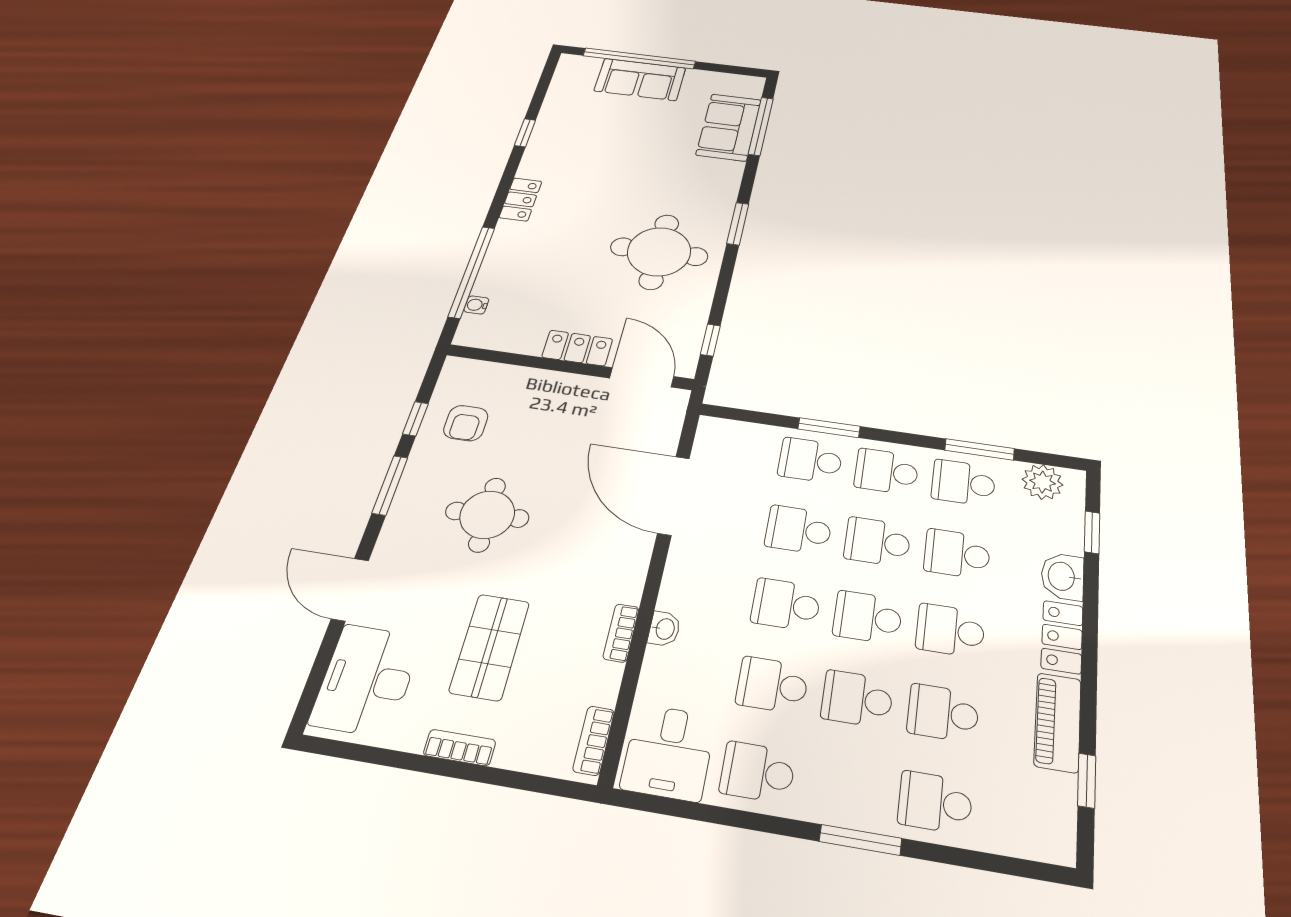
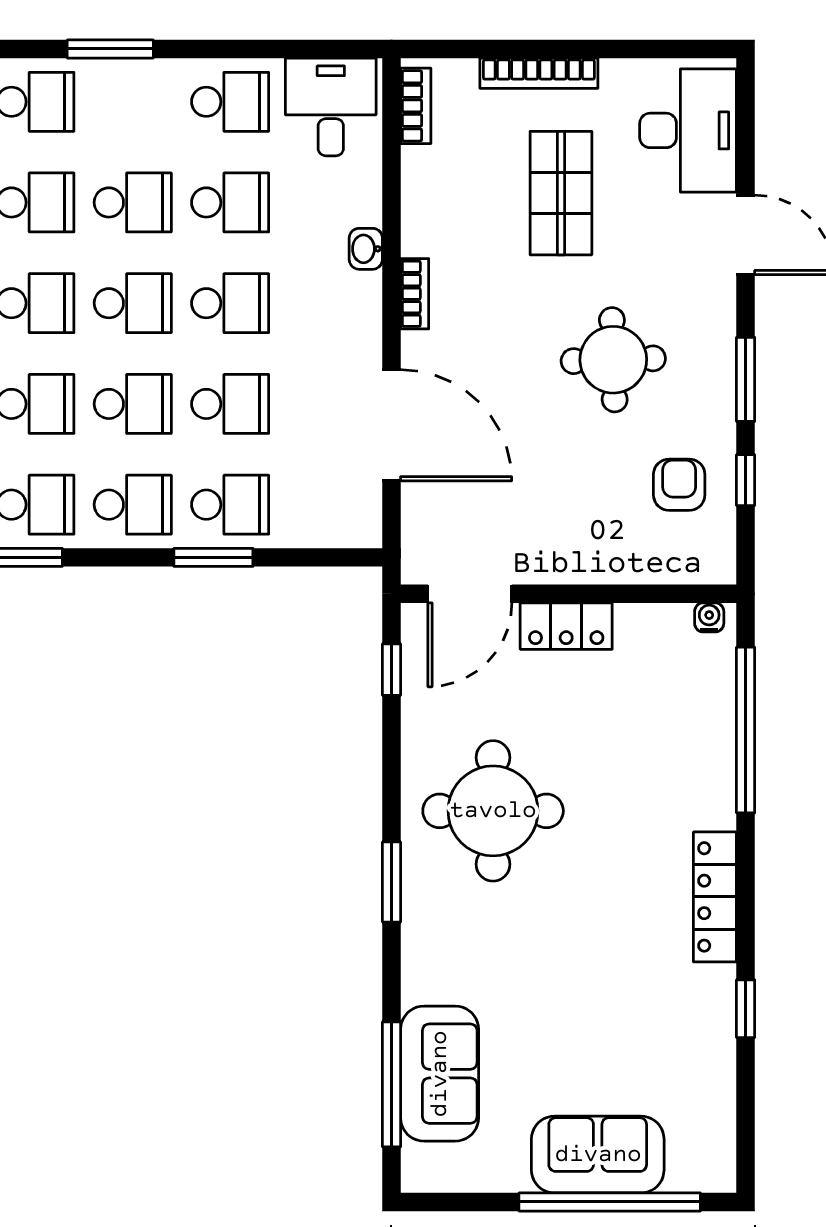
locker: (521, 199) -> (715, 897), width x1.53
water cooler: (476, 305) -> (709, 617), moved, turned -90
door: (642, 377) -> (470, 594), hinge flipped
bookcase: (621, 633) -> (415, 294), moved
bookcase: (460, 748) -> (539, 73), width x1.56

